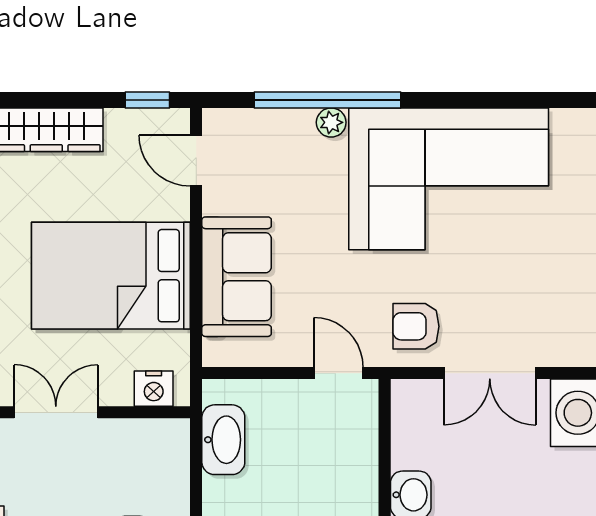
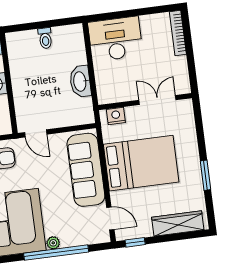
sofa: (237, 277) -> (86, 170), width x1.36
double door: (56, 412) -> (157, 100), swing flipped
washbasin: (223, 440) -> (80, 81), moved

